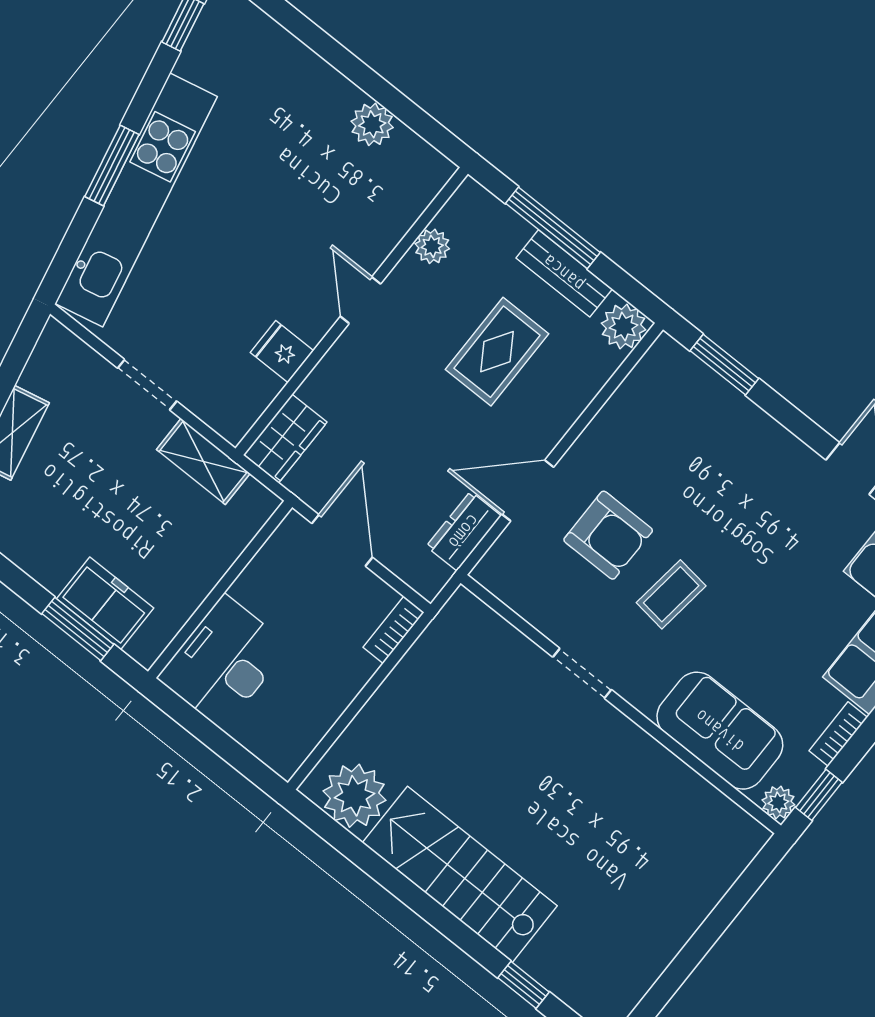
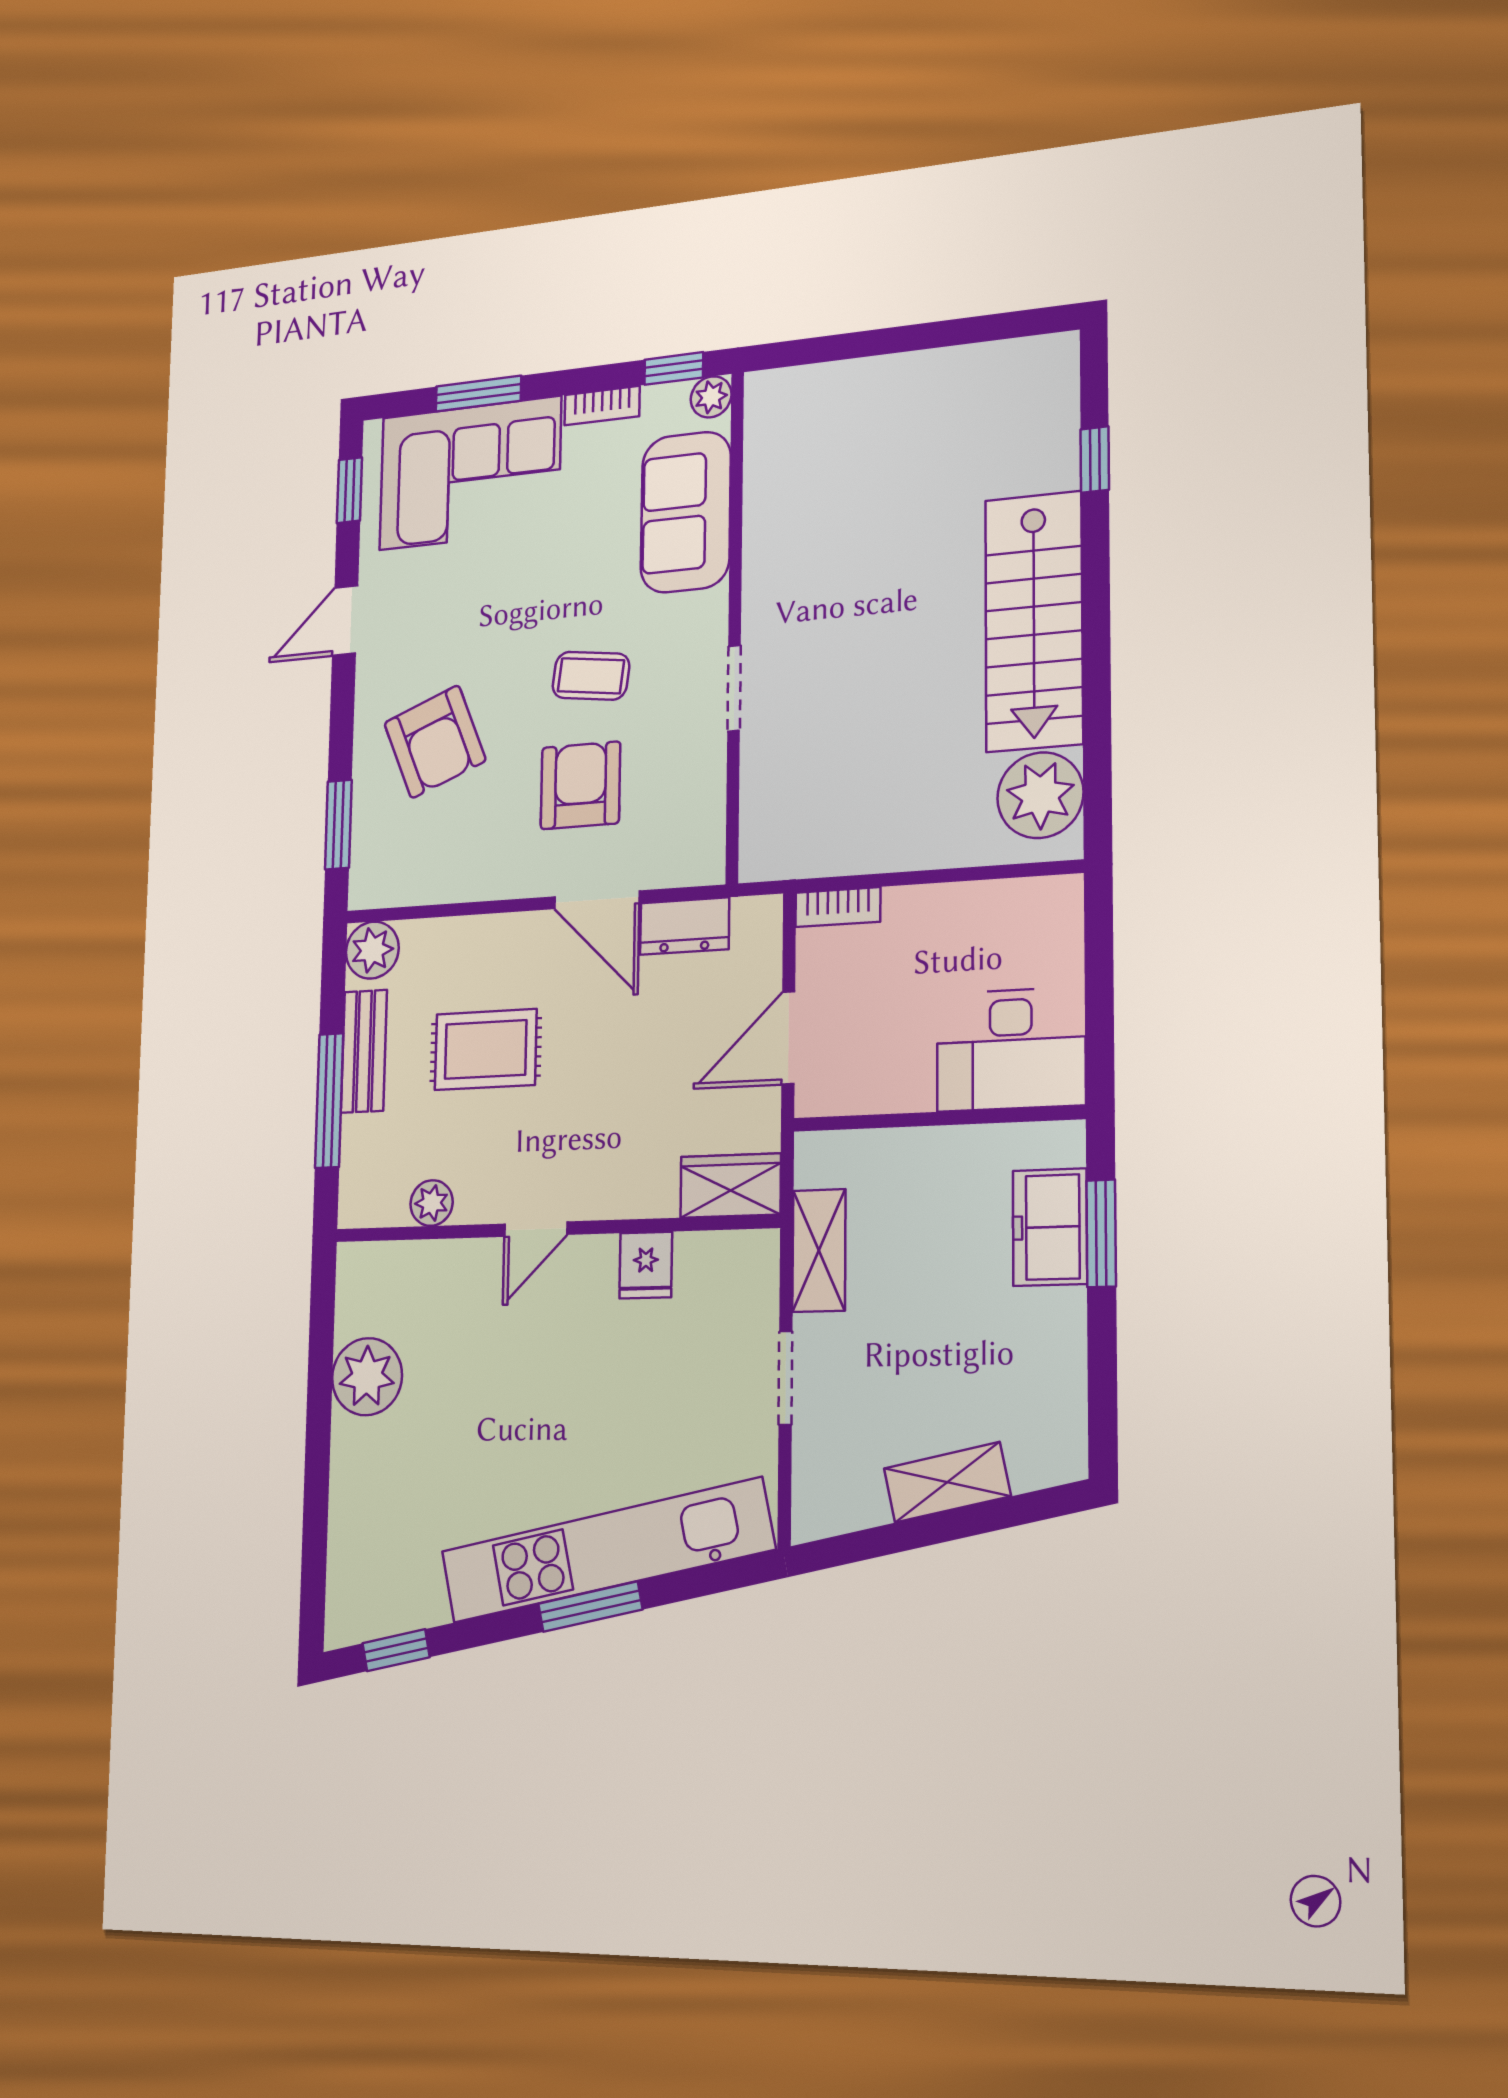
plant: (372, 124) -> (367, 1377), width x1.36, depth x1.36
armchair: (720, 466) -> (435, 742), added

